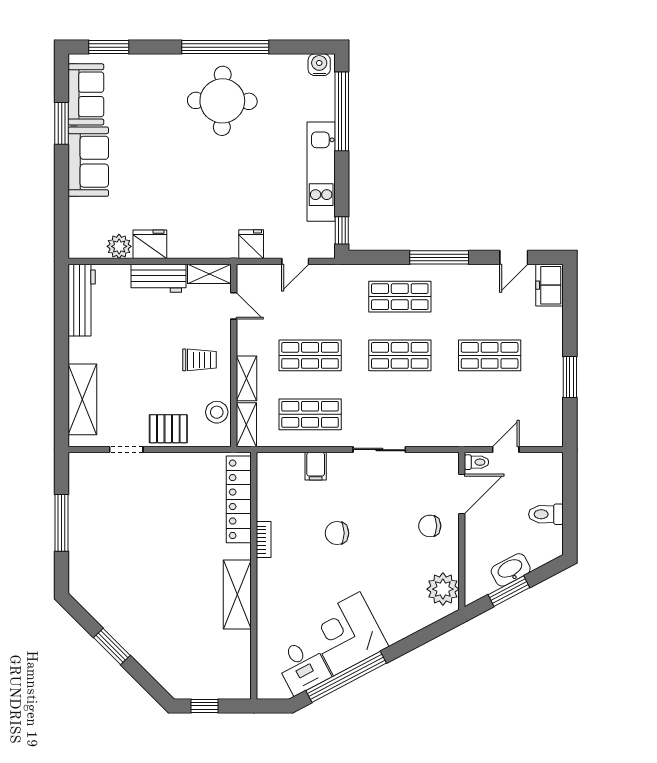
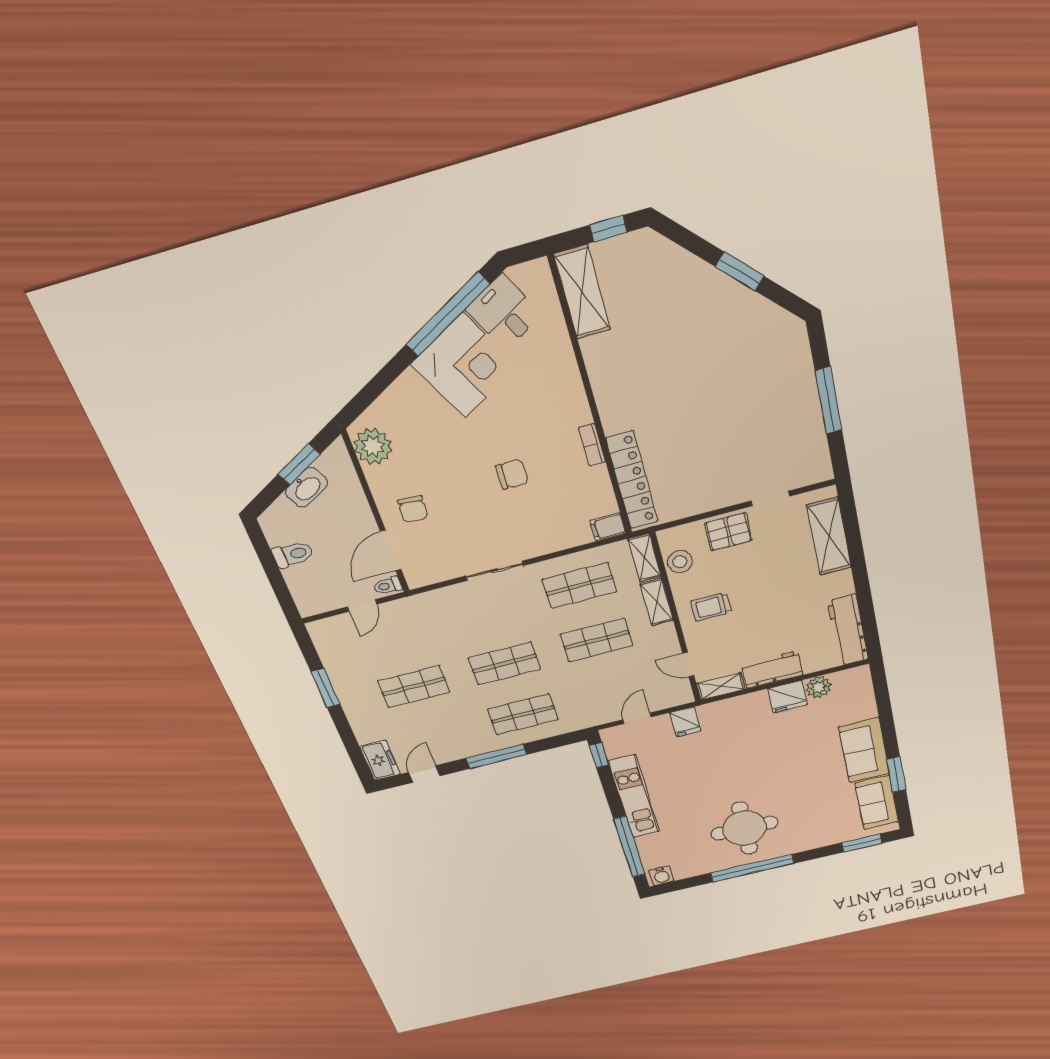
filing cabinet: (316, 466) -> (608, 527), moved, turned -90
chair: (430, 526) -> (413, 509), turned 94
shelving: (237, 595) -> (582, 292), moved

